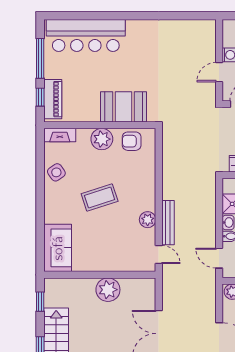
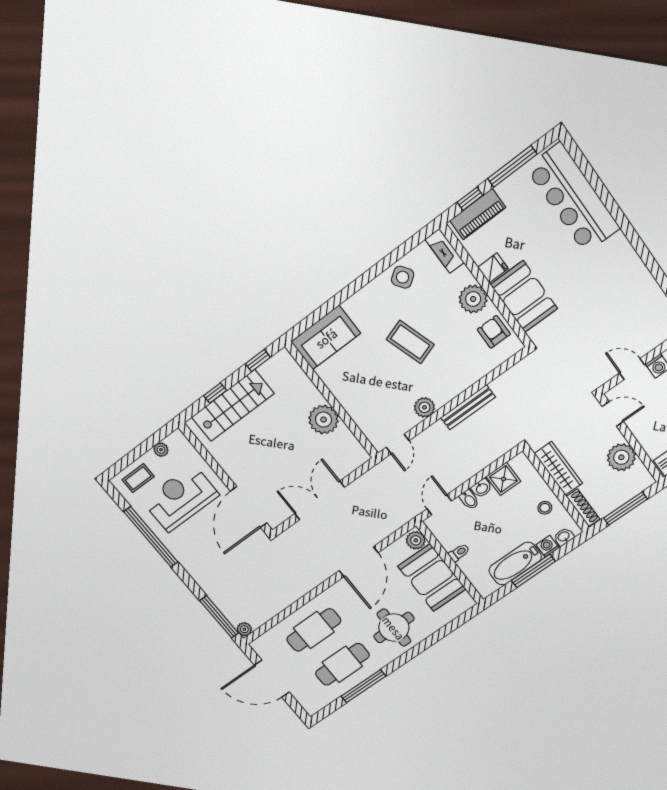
fridge: (92, 113) -> (493, 268), added
bench: (168, 223) -> (468, 407), moved

